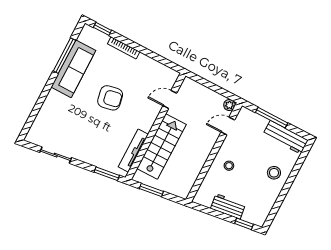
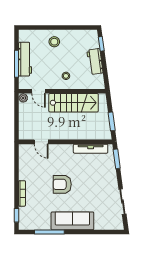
sofa: (73, 69) -> (72, 221), moved
armchair: (110, 98) -> (62, 184), turned -79
workbench: (286, 137) -> (25, 59), moved
stairs: (162, 146) -> (74, 103), moved, turned 180

